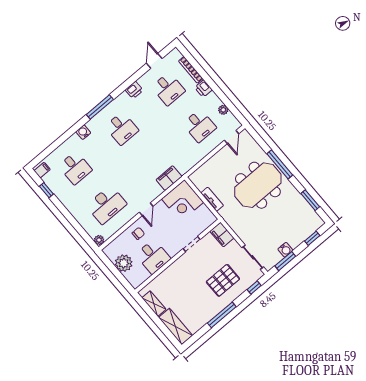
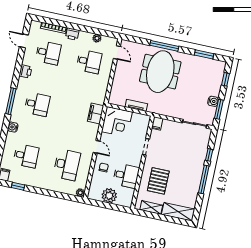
filing cabinet: (222, 235) -> (157, 123), width x0.50
pallet: (223, 280) -> (158, 181), moved
window: (254, 287) -> (209, 155), moved

